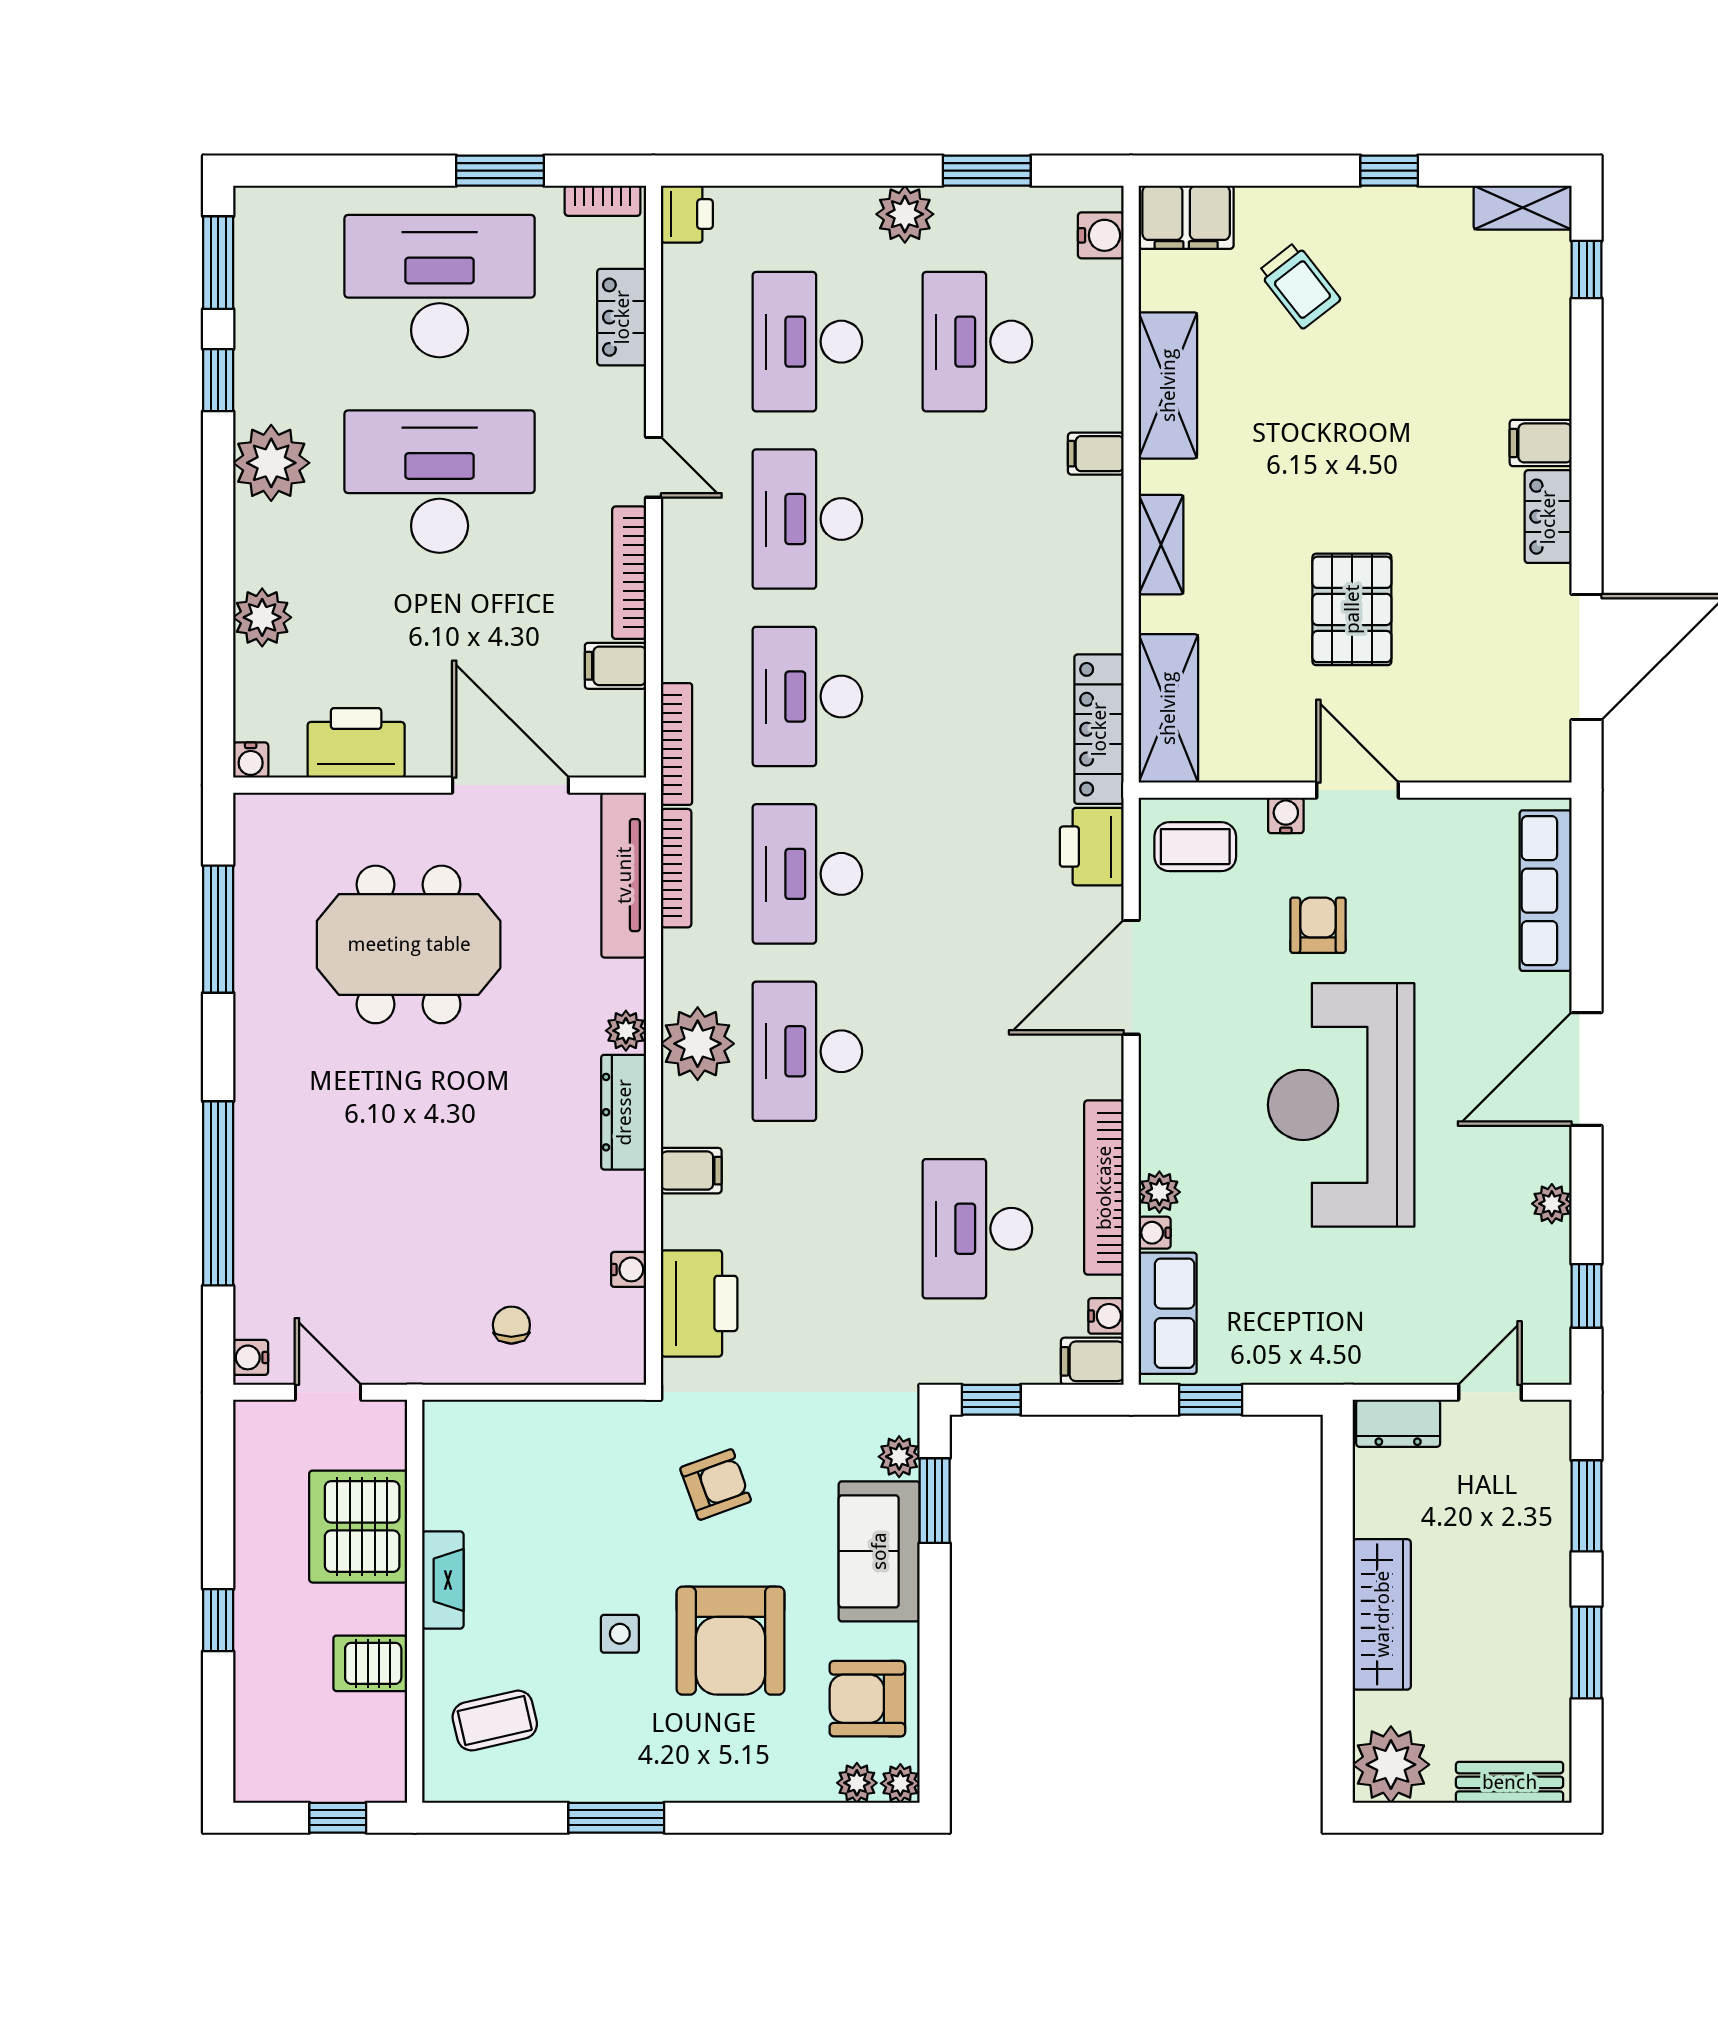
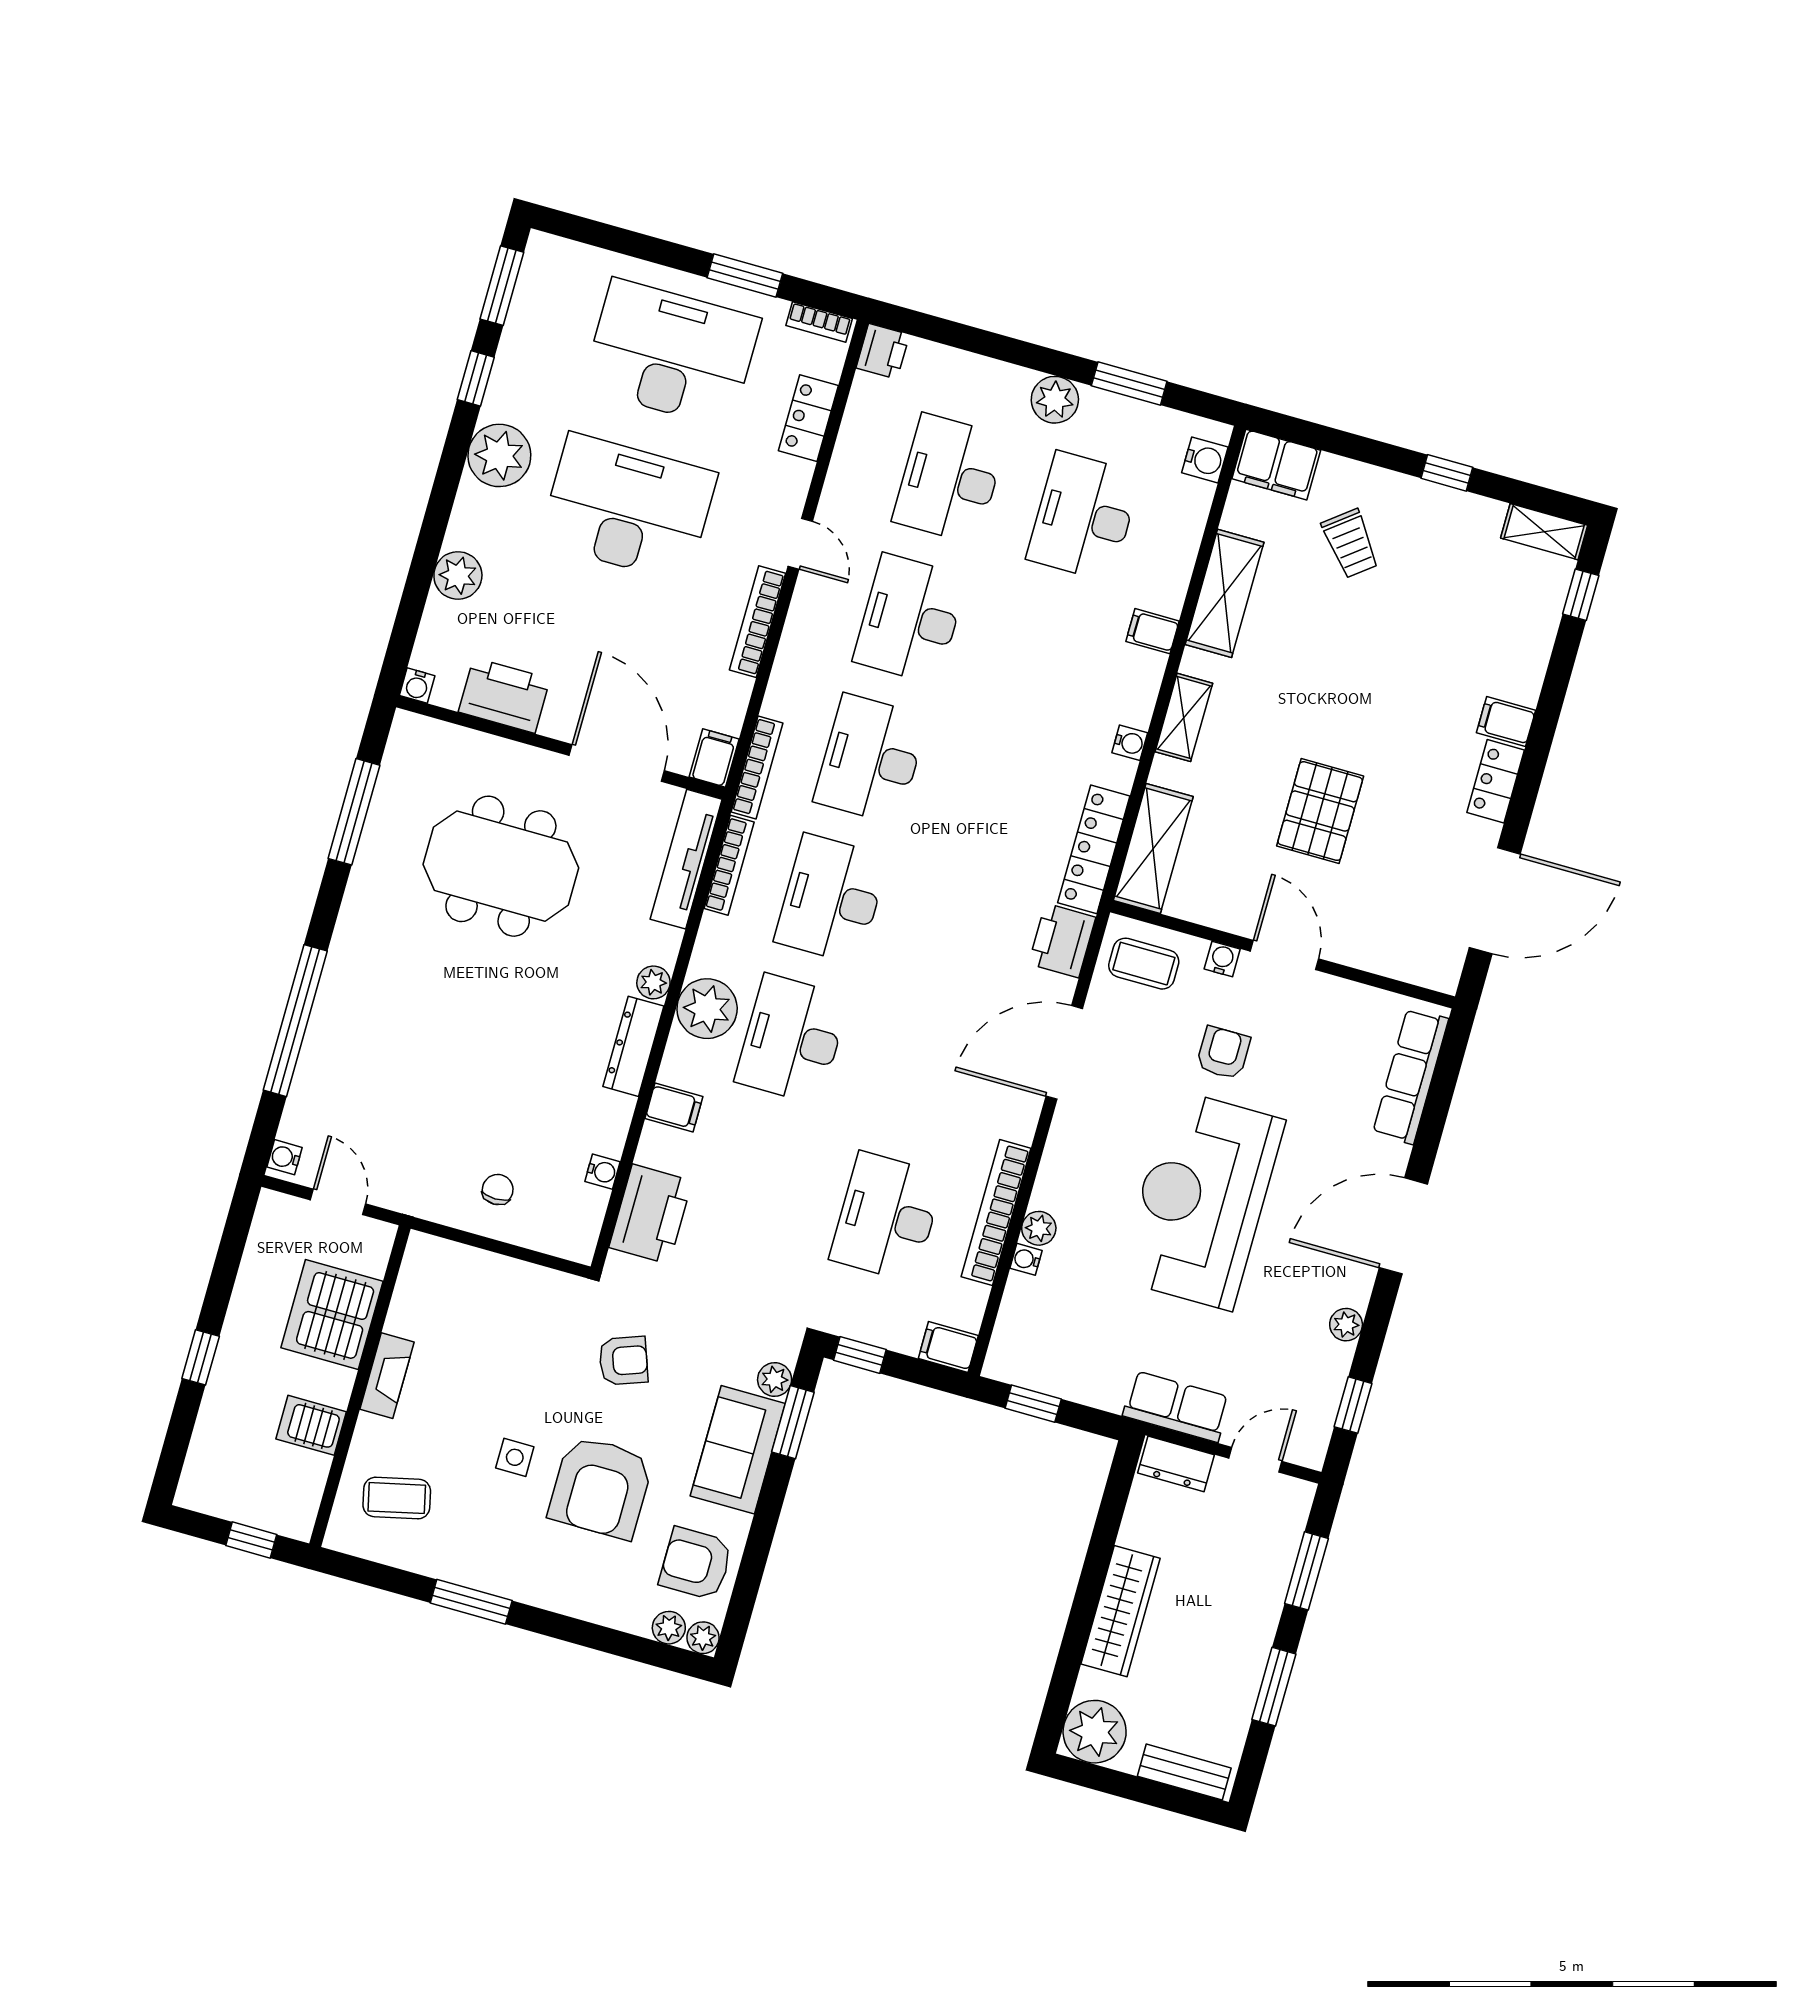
filing cabinet: (615, 666) -> (714, 758), moved, turned 90
row of seats: (1168, 1313) -> (1176, 1406), moved, turned -90
water cooler: (1106, 1316) -> (1130, 743), moved

